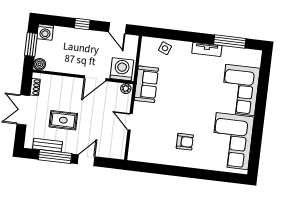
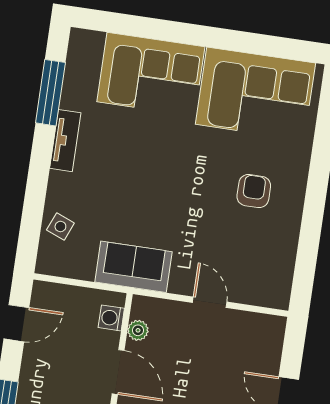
washing machine: (122, 69) -> (111, 318), width x0.53, depth x0.53
plant: (126, 89) -> (138, 330), moved
door: (130, 122) -> (210, 302), swing flipped

